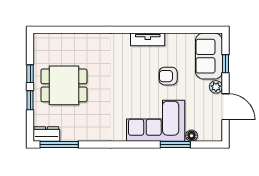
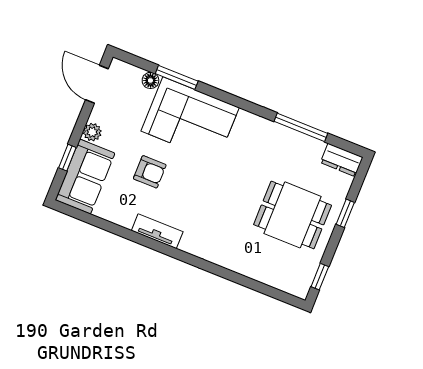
window: (30, 74) -> (320, 277), moved
door: (225, 107) -> (97, 84), moved
window: (59, 145) -> (301, 127), moved

